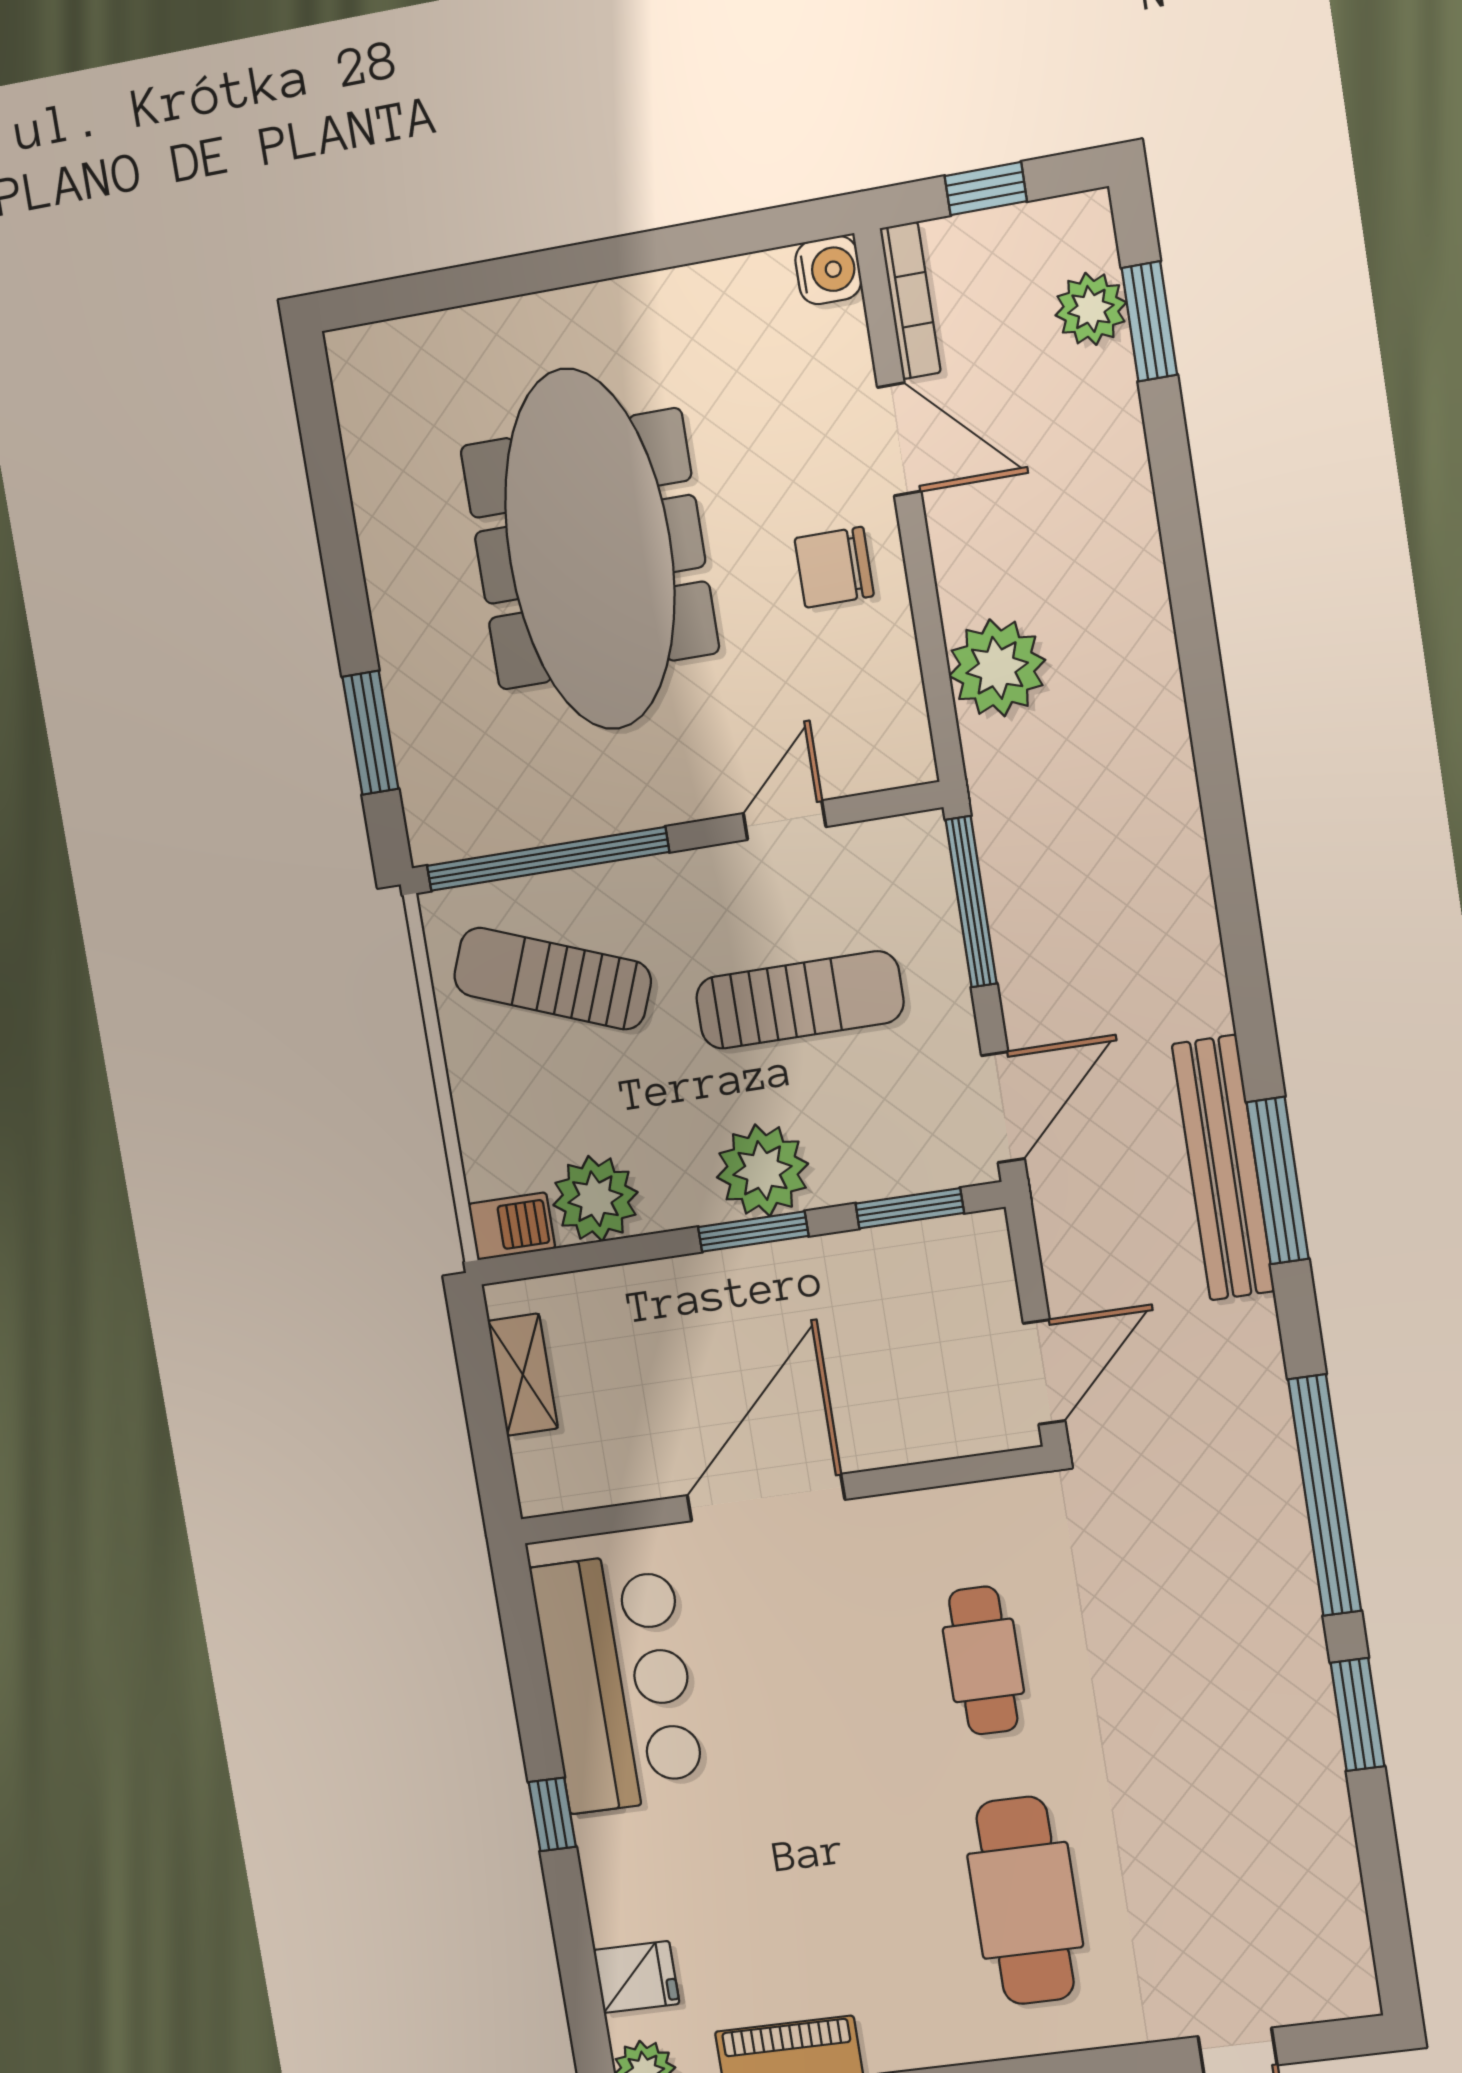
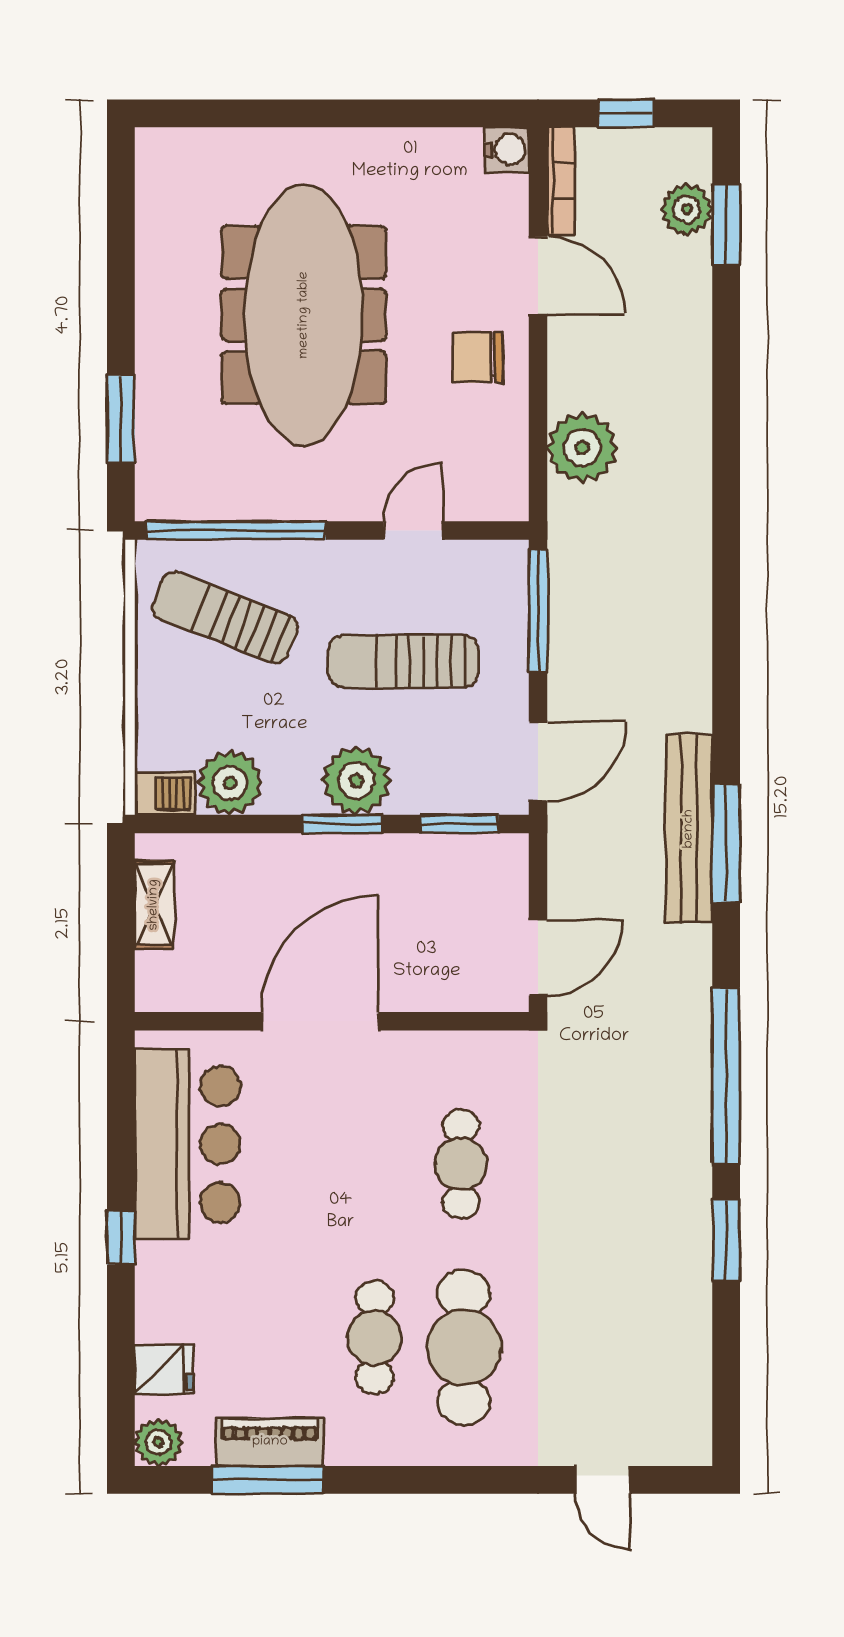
sun lounger: (800, 1000) -> (403, 661), turned 180
cafe table: (905, 1902) -> (375, 1338), added

